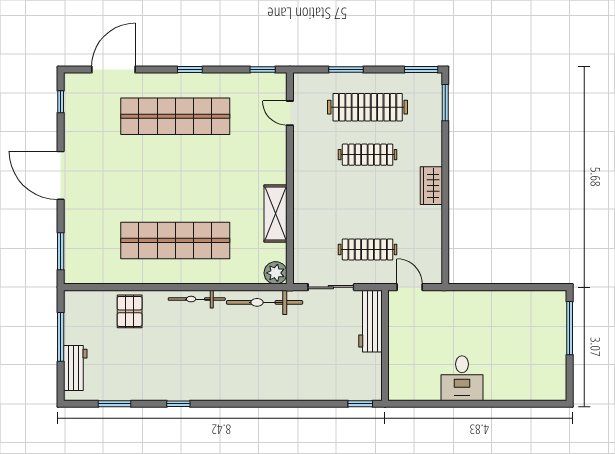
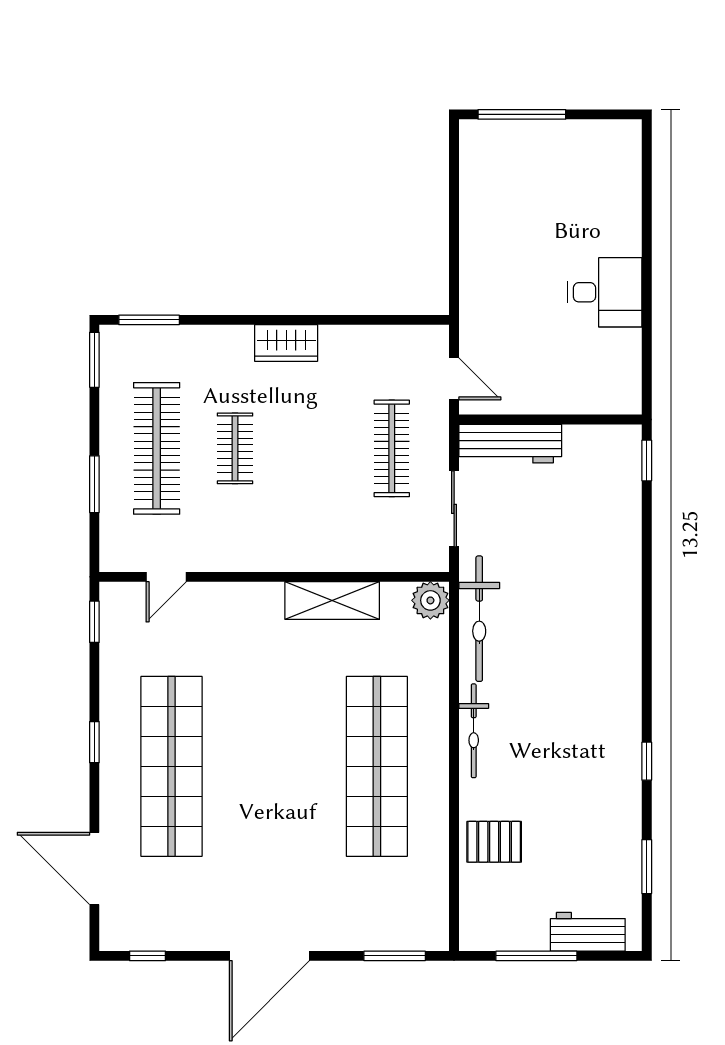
clothes rail: (368, 155) -> (235, 448), width x0.73
door: (410, 287) -> (454, 379), swing flipped

